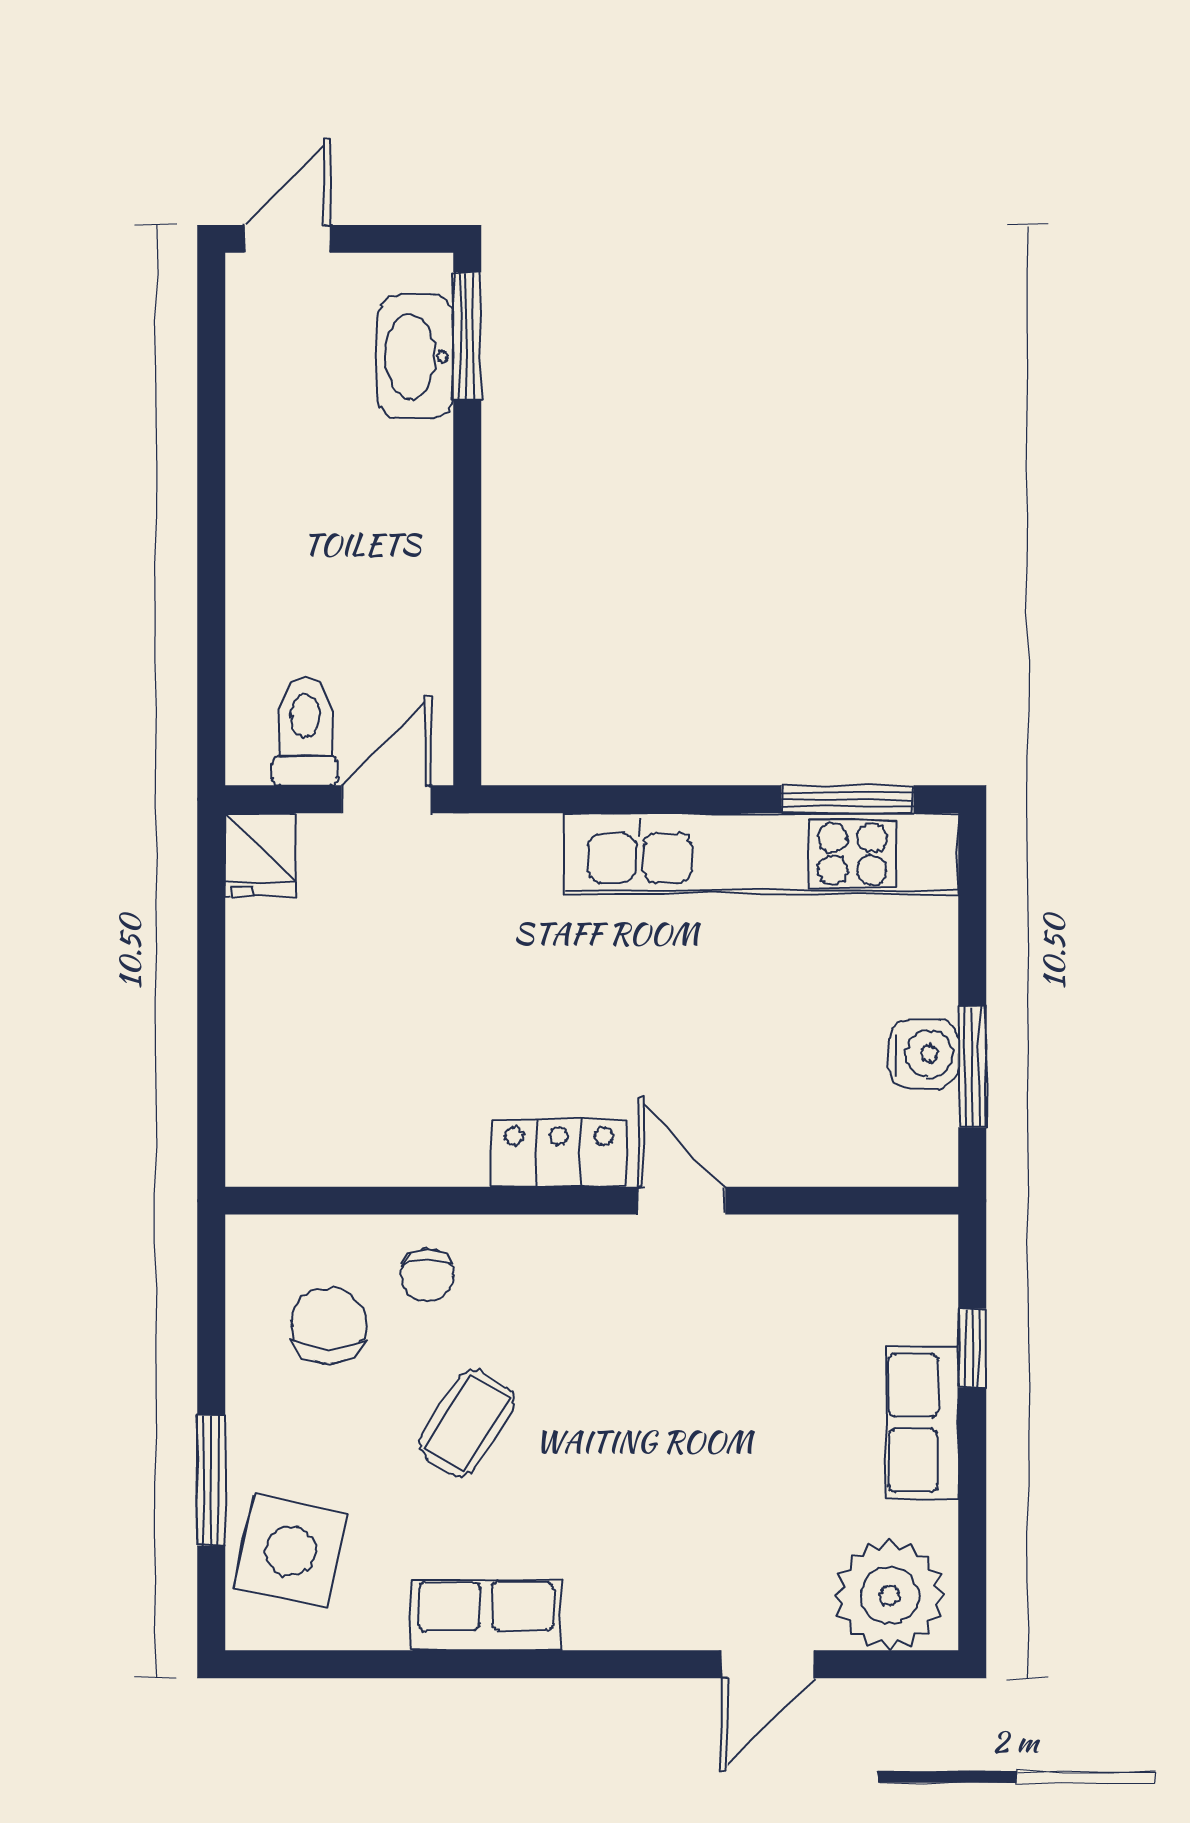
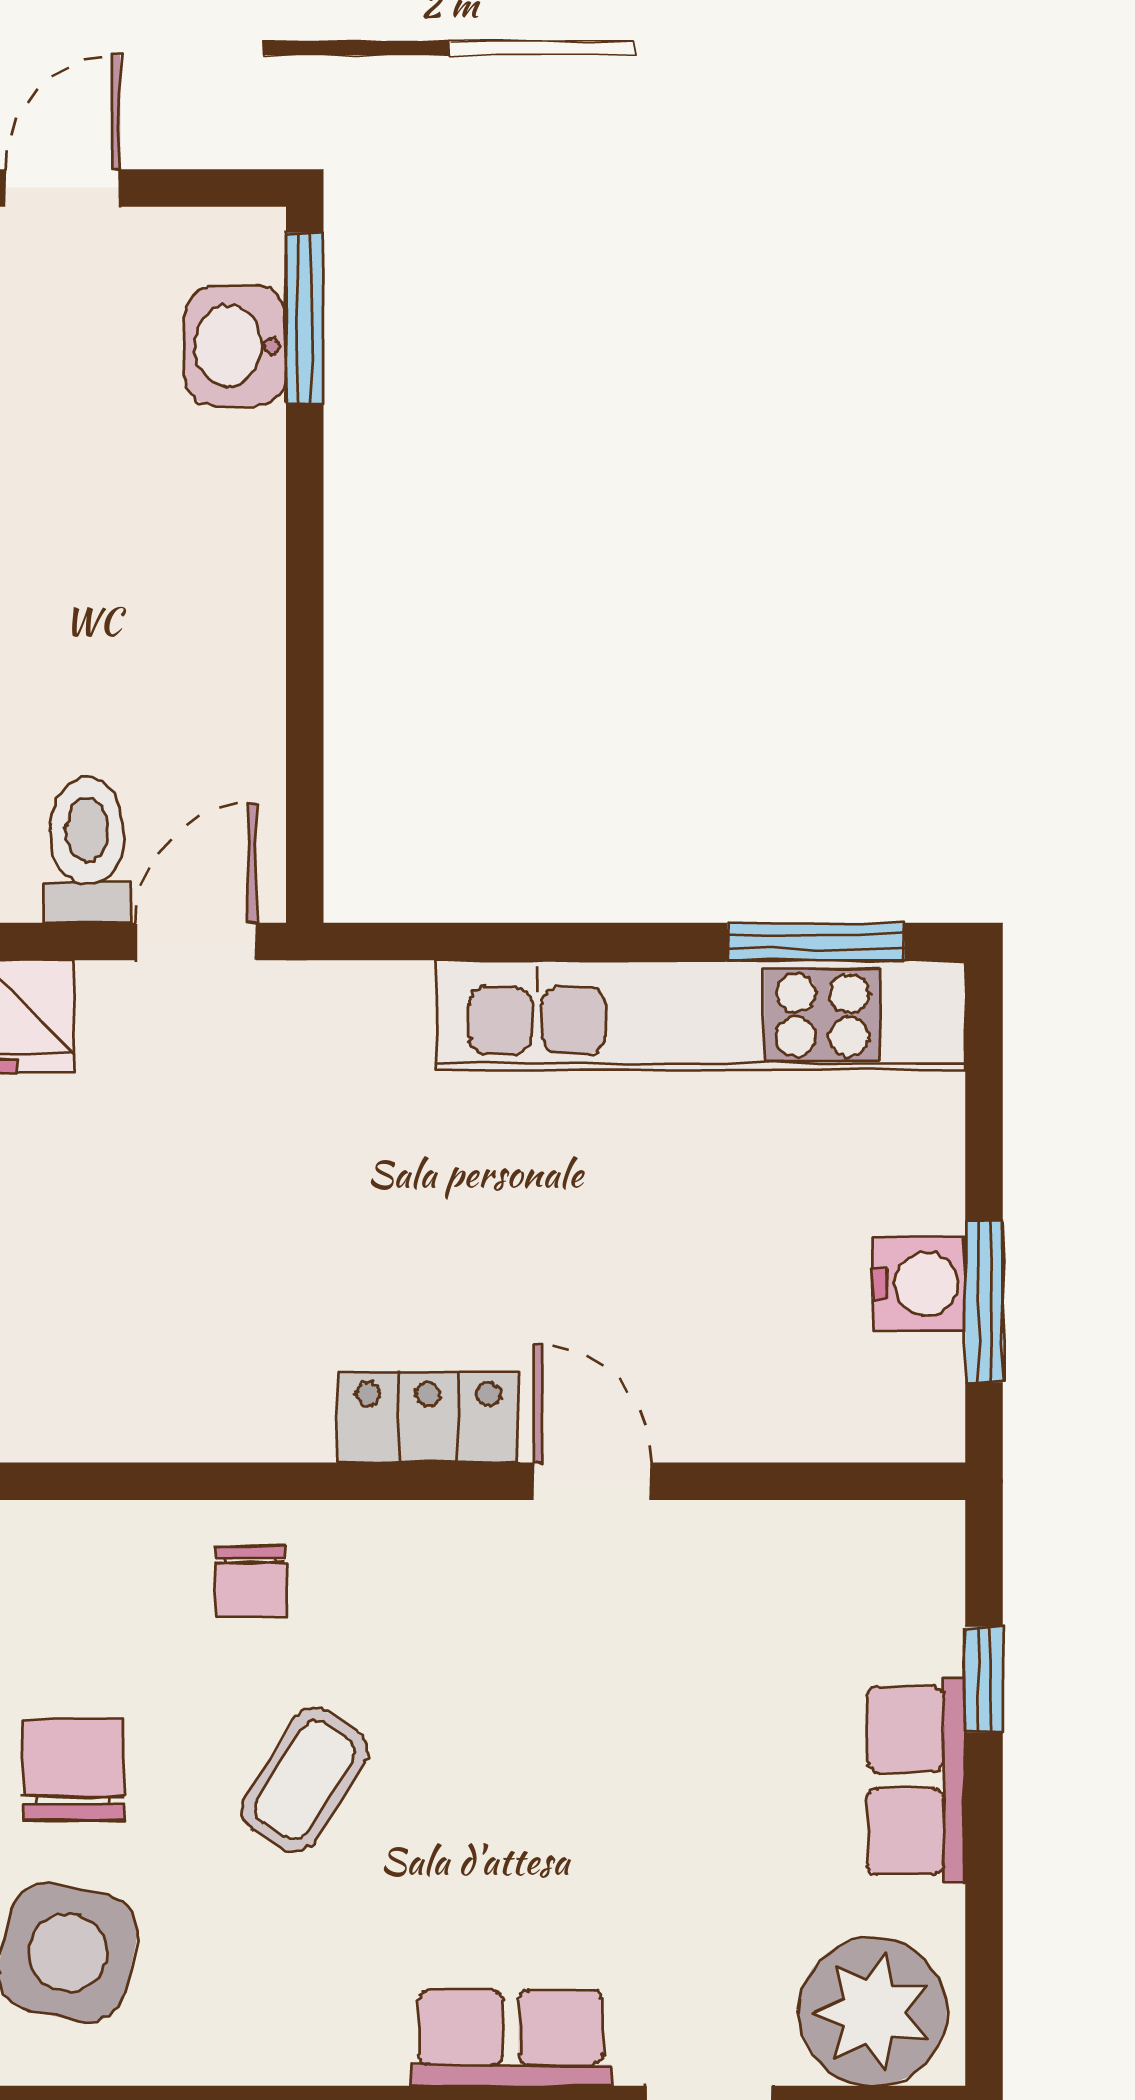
washbasin: (415, 356) -> (235, 346), width x0.72
chair: (329, 1326) -> (74, 1770), moved
row of seats: (486, 1615) -> (511, 2038), moved

